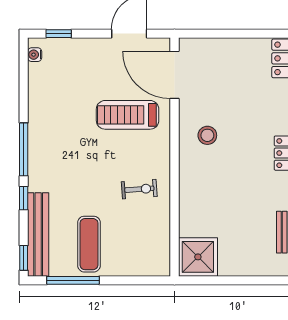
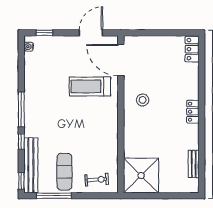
exercise bike: (139, 189) -> (97, 180), moved
shower: (198, 257) -> (141, 176), width x1.37, depth x1.37

